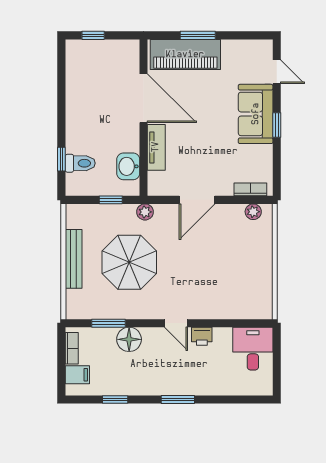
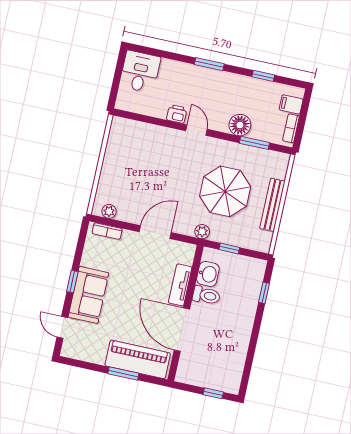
toilet: (80, 163) -> (206, 295), moved, turned 180
desk: (253, 349) -> (140, 72), moved, turned 180

